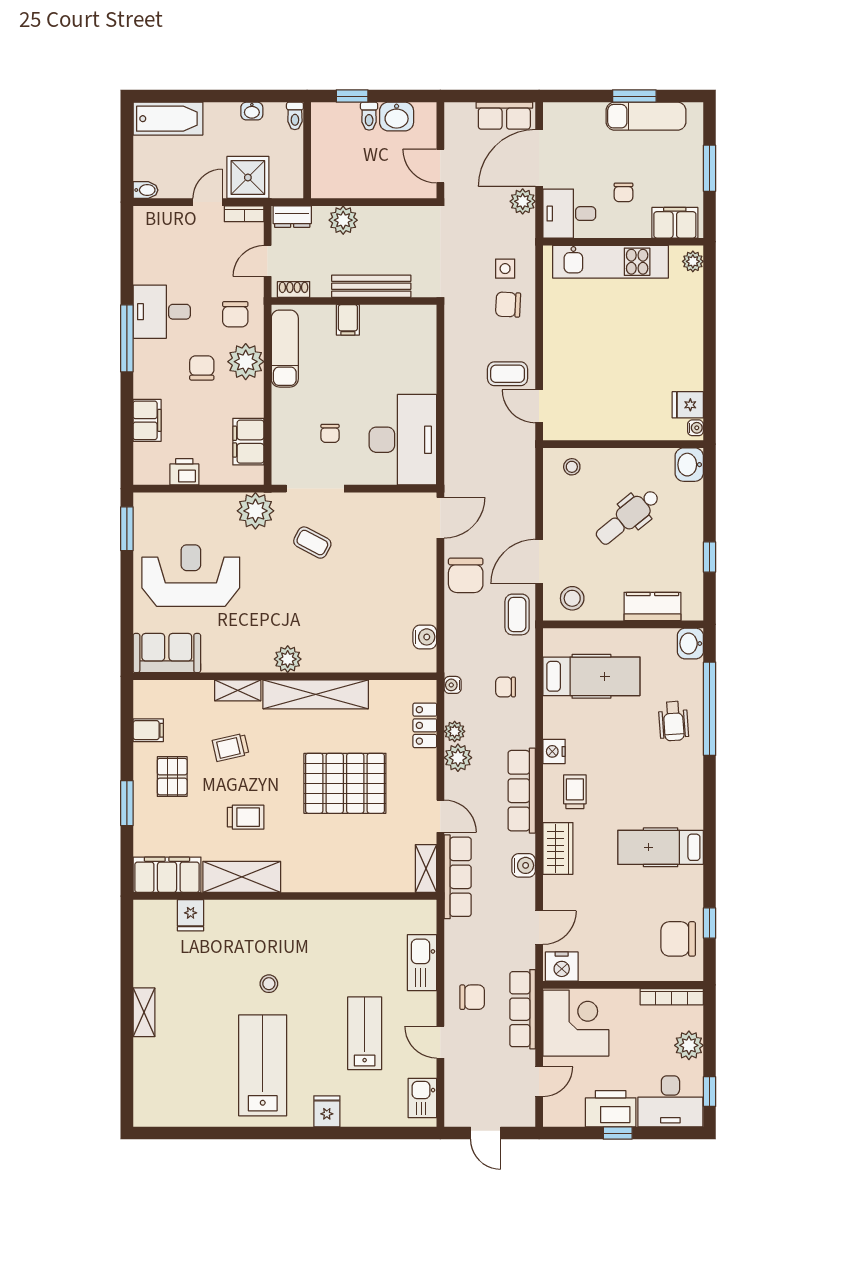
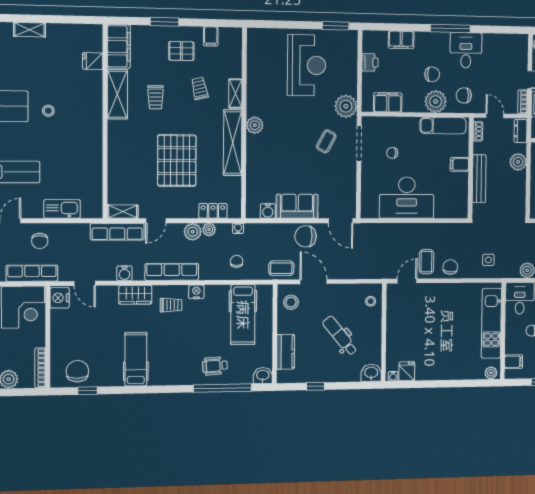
filing cabinet: (675, 223) -> (514, 362), width x0.50
chair: (508, 305) -> (450, 267), moved
desk: (403, 440) -> (407, 198), moved
sofa: (167, 653) -> (297, 206), moved, turned -90

